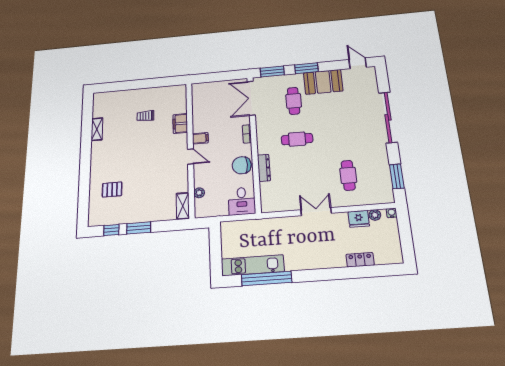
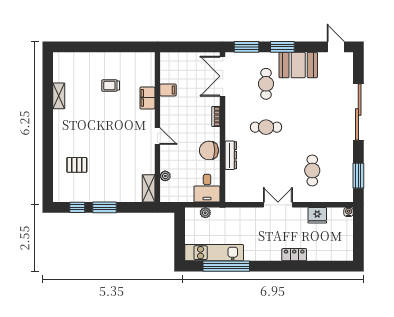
filing cabinet: (200, 138) -> (168, 90), moved
plant: (375, 215) -> (205, 213), moved
locker: (360, 260) -> (294, 255), moved

